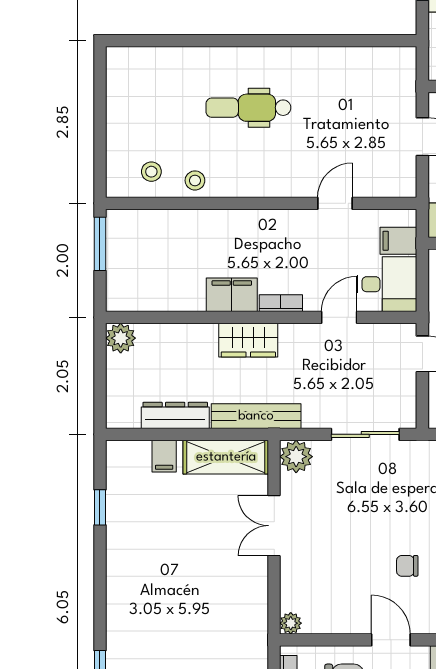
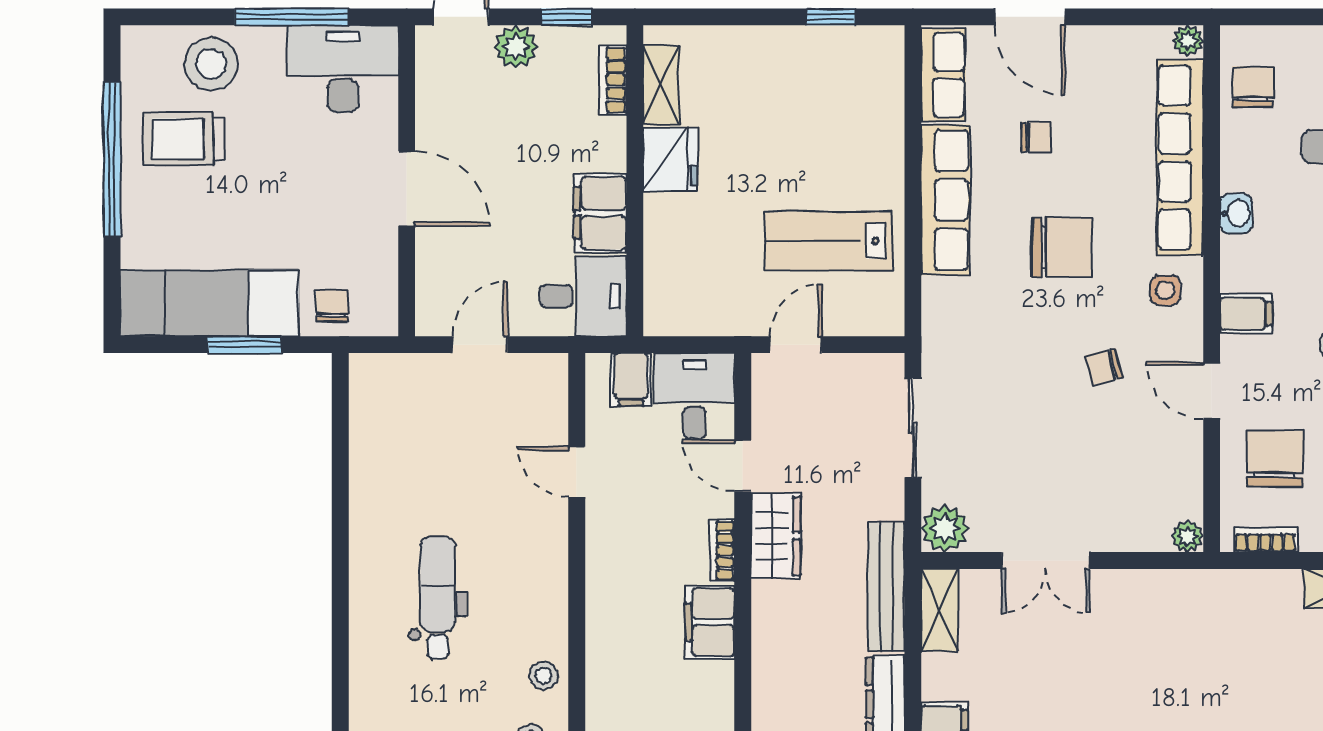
dental chair: (248, 108) -> (438, 598), turned 180
wardrobe: (248, 340) -> (776, 536), moved
shelving: (226, 457) -> (940, 610), width x0.67, depth x0.75
chair: (407, 566) -> (1104, 367), turned 77
door: (391, 640) -> (1212, 391), hinge flipped

